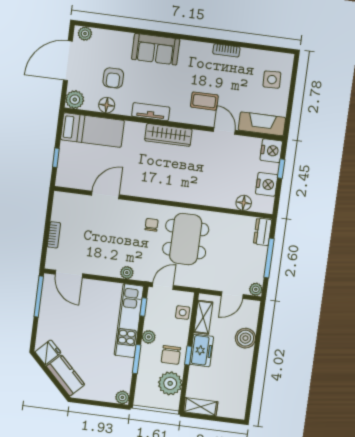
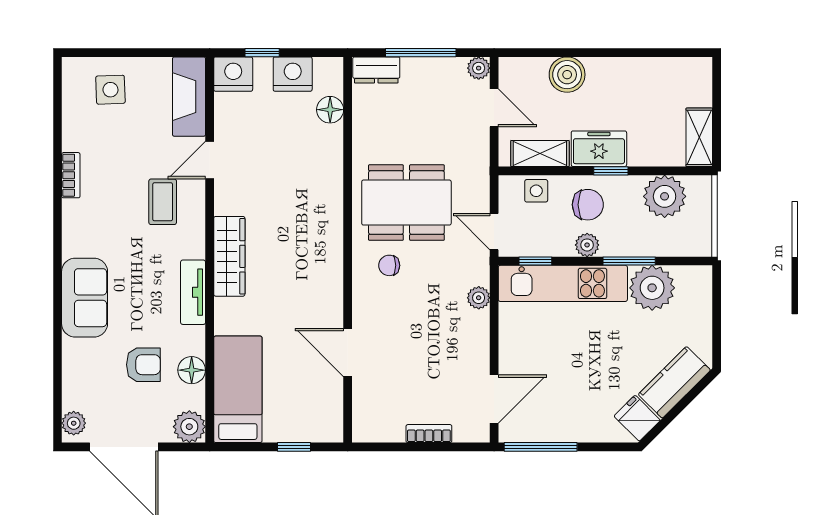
chair: (171, 355) -> (588, 205), moved
plant: (122, 397) -> (652, 288), moved, width x1.88, depth x1.88

